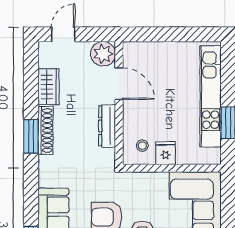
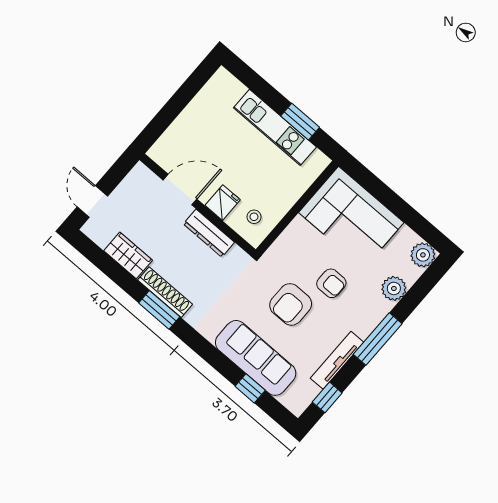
plant: (103, 54) -> (141, 181), removed
kitchen unit: (211, 96) -> (275, 127), width x0.73
fridge: (166, 153) -> (223, 203), moved, turned 90

